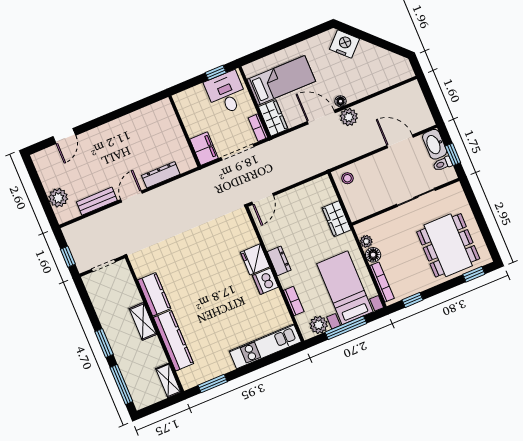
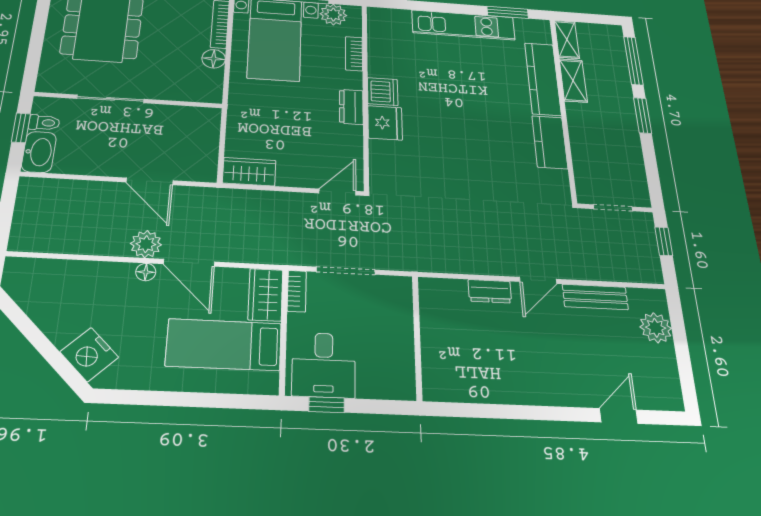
door: (400, 141) -> (149, 181), moved
filing cabinet: (204, 149) -> (397, 298), removed
dresser: (161, 175) -> (490, 291), width x0.70
stool: (347, 178) -> (196, 164), removed
wardrobe: (336, 219) -> (249, 172), moved, turned -90
plant: (366, 241) -> (214, 78), removed
shelving: (143, 321) -> (573, 80), moved
kitchen unit: (265, 346) -> (463, 25), moved

